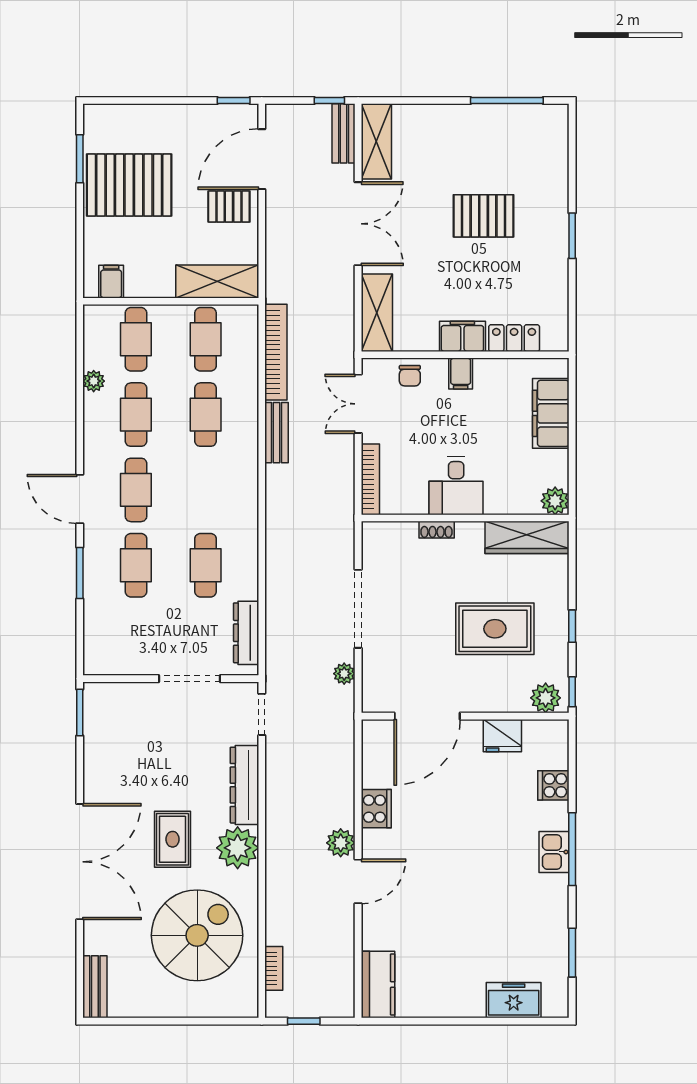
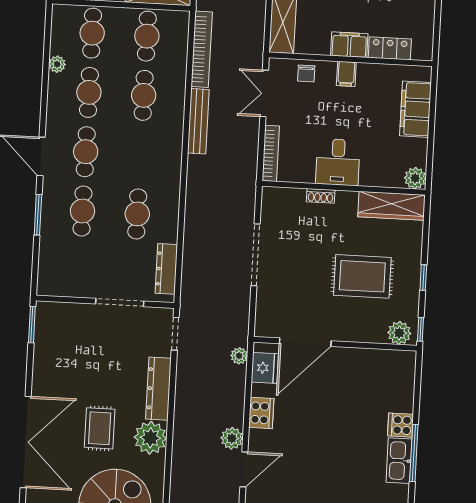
bench: (276, 433) -> (198, 121), width x1.36
plant: (344, 674) -> (239, 356), moved
fridge: (502, 736) -> (265, 368), moved, turned -90
cooker: (553, 785) -> (401, 425), moved
kitchen sink: (554, 852) -> (399, 461), width x1.38

